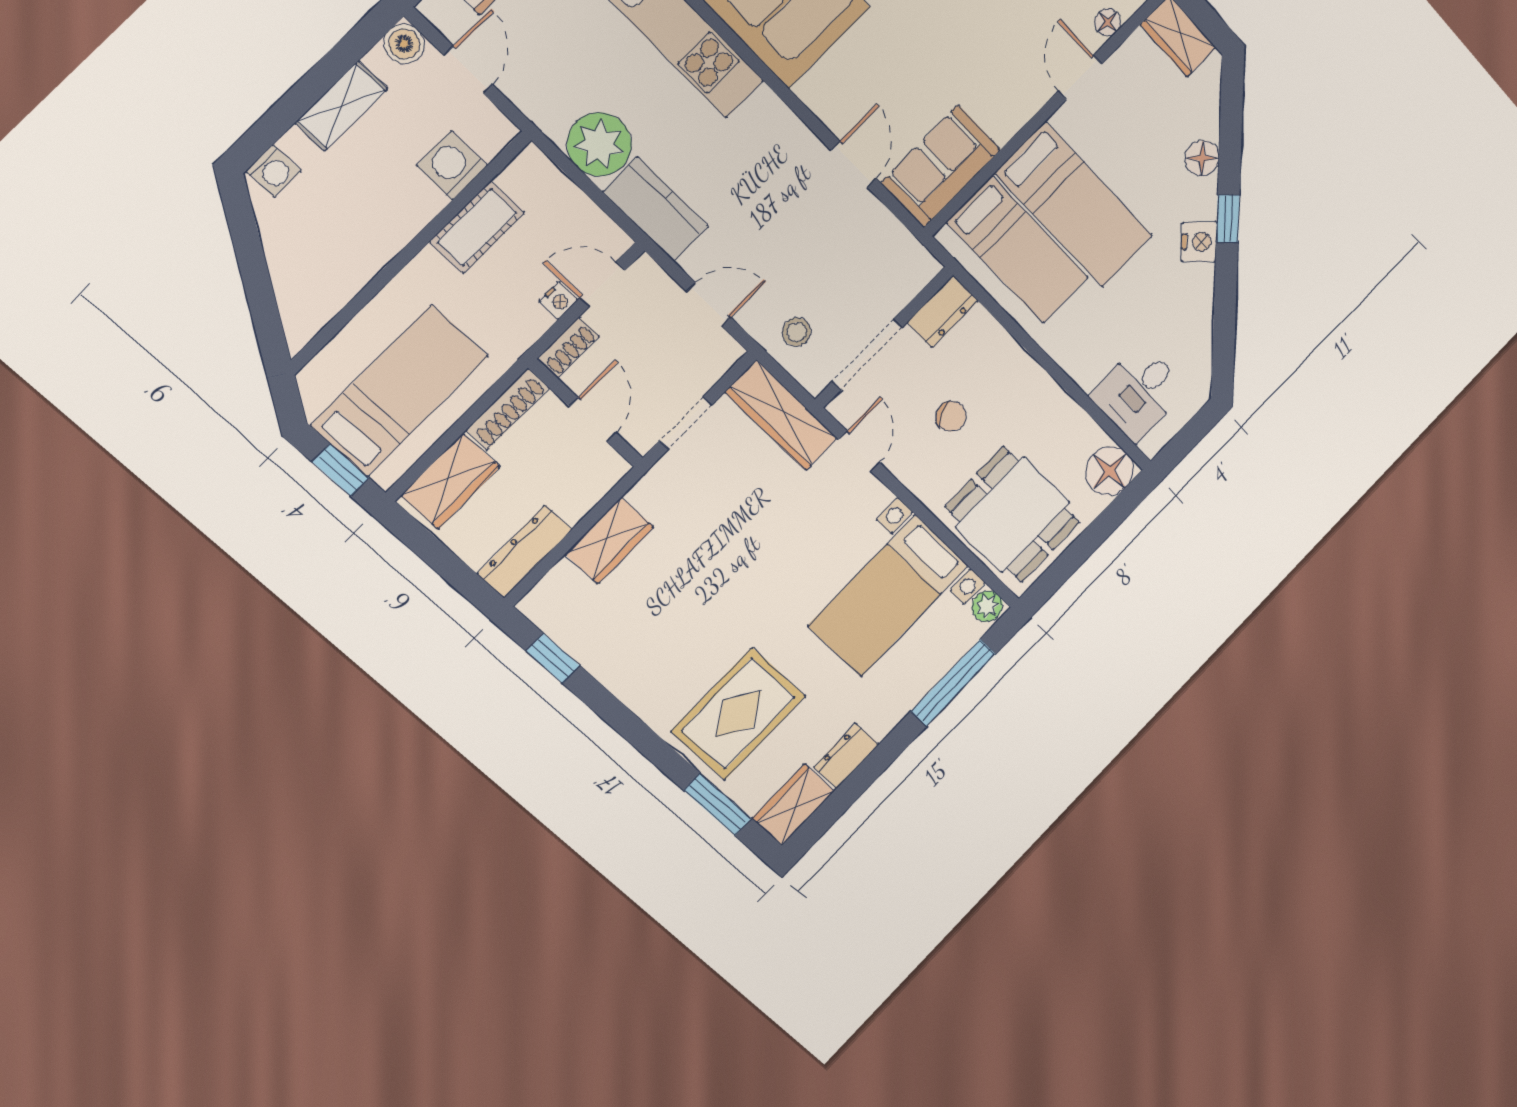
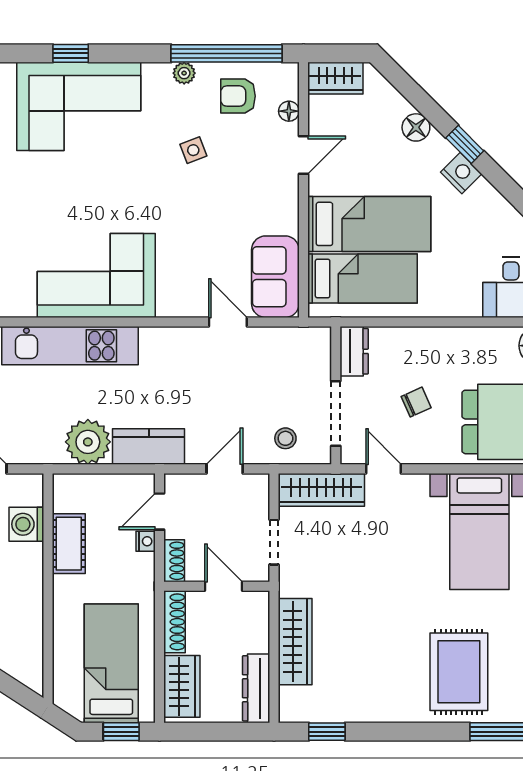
door: (1080, 78) -> (303, 155), swing flipped
wardrobe: (610, 541) -> (295, 642), width x1.50

